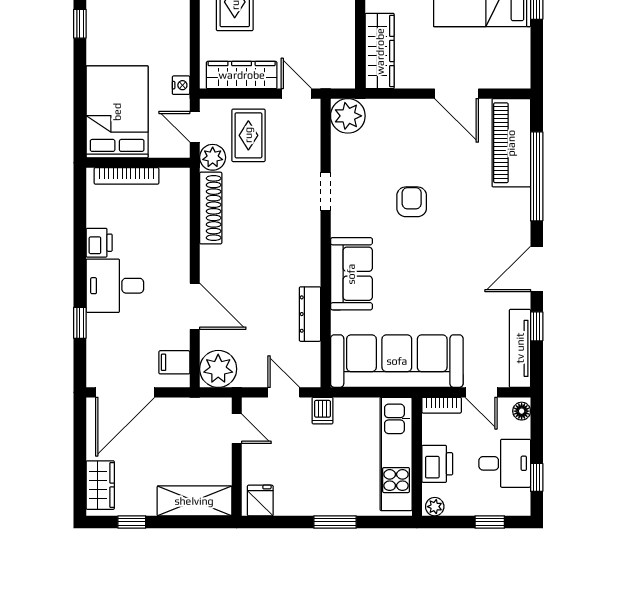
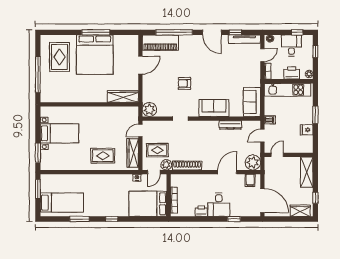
sofa: (397, 361) -> (252, 102), width x0.54, depth x0.79
fridge: (260, 501) -> (307, 130), moved

